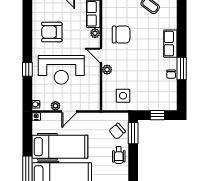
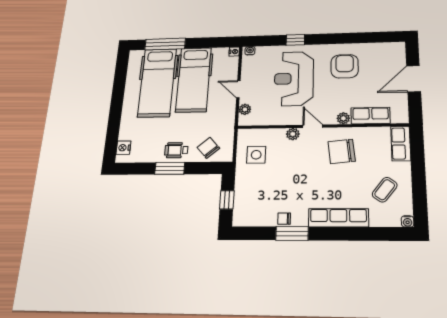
chair: (121, 35) -> (342, 151), turned 84
row of seats: (170, 44) -> (338, 218), width x1.48
door: (101, 55) -> (313, 126), hinge flipped
plant: (55, 106) -> (245, 109), moved
window: (133, 133) -> (170, 168), moved

